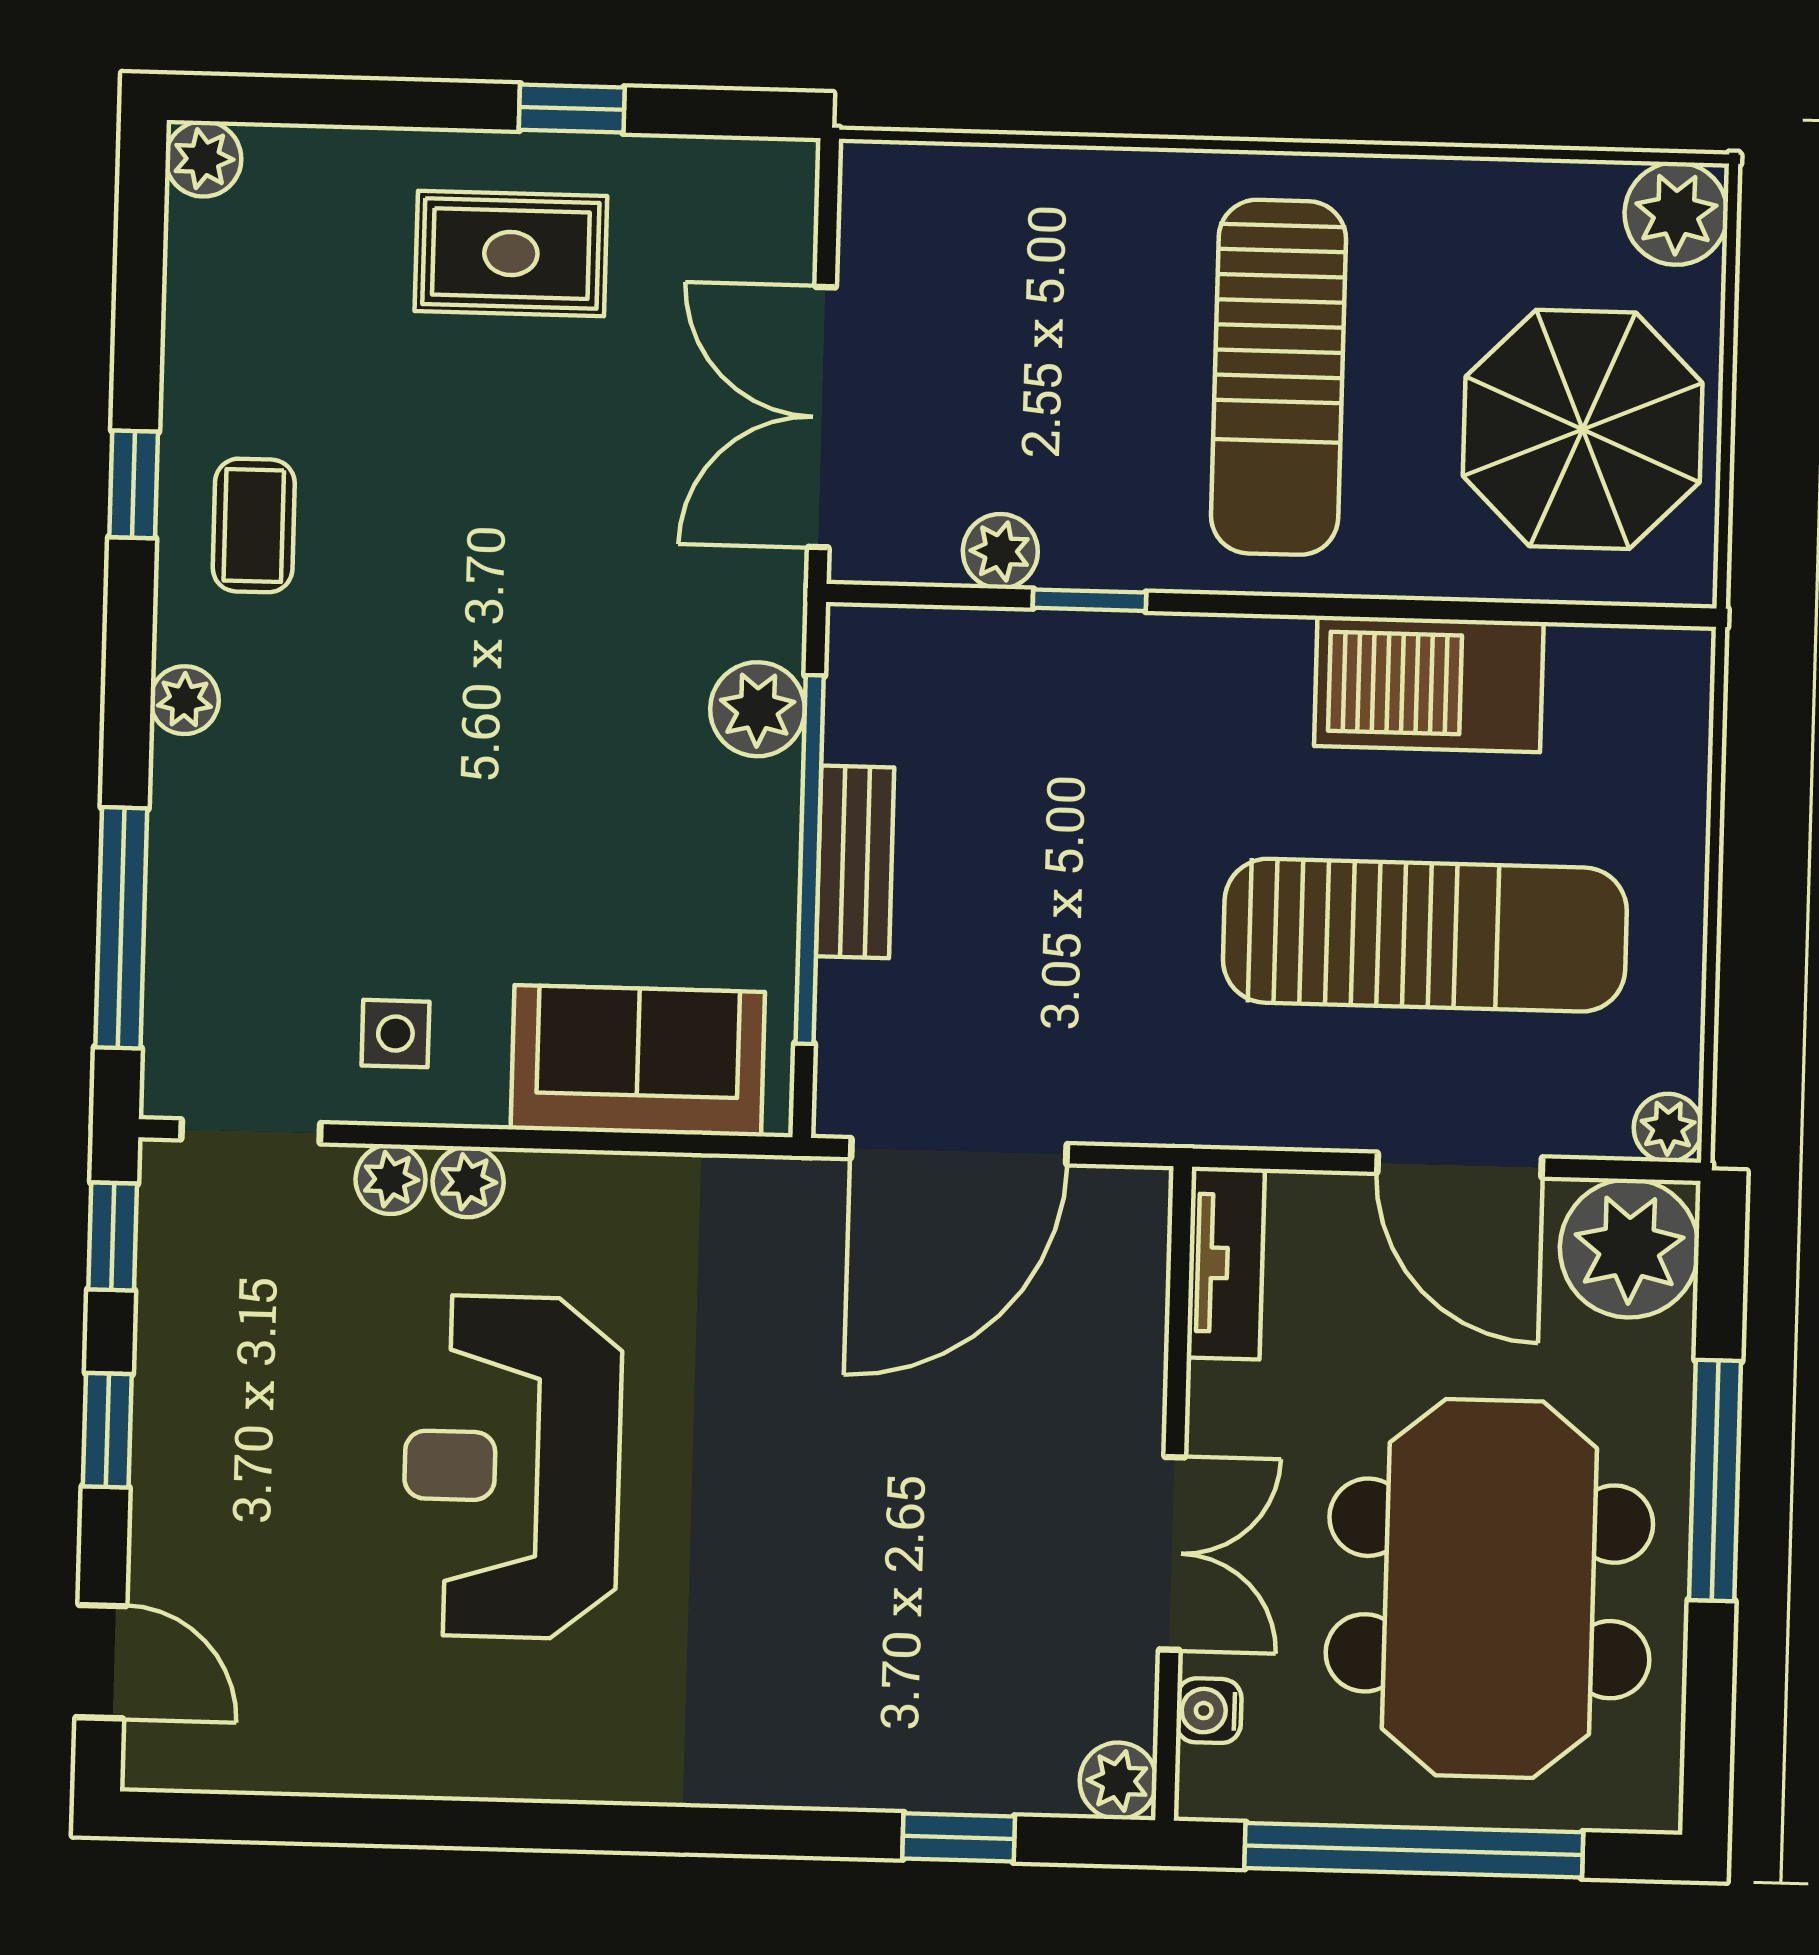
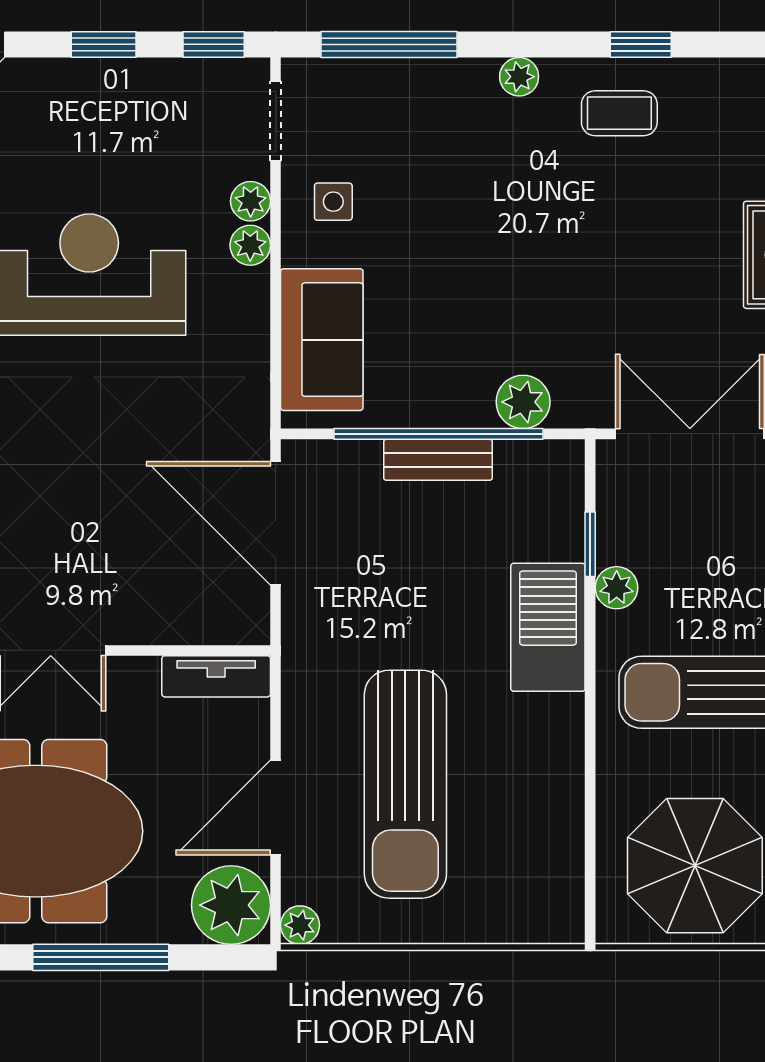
plant: (1000, 551) -> (617, 588), moved
window: (1090, 600) -> (590, 544), moved
barbecue: (1429, 684) -> (548, 627), moved

